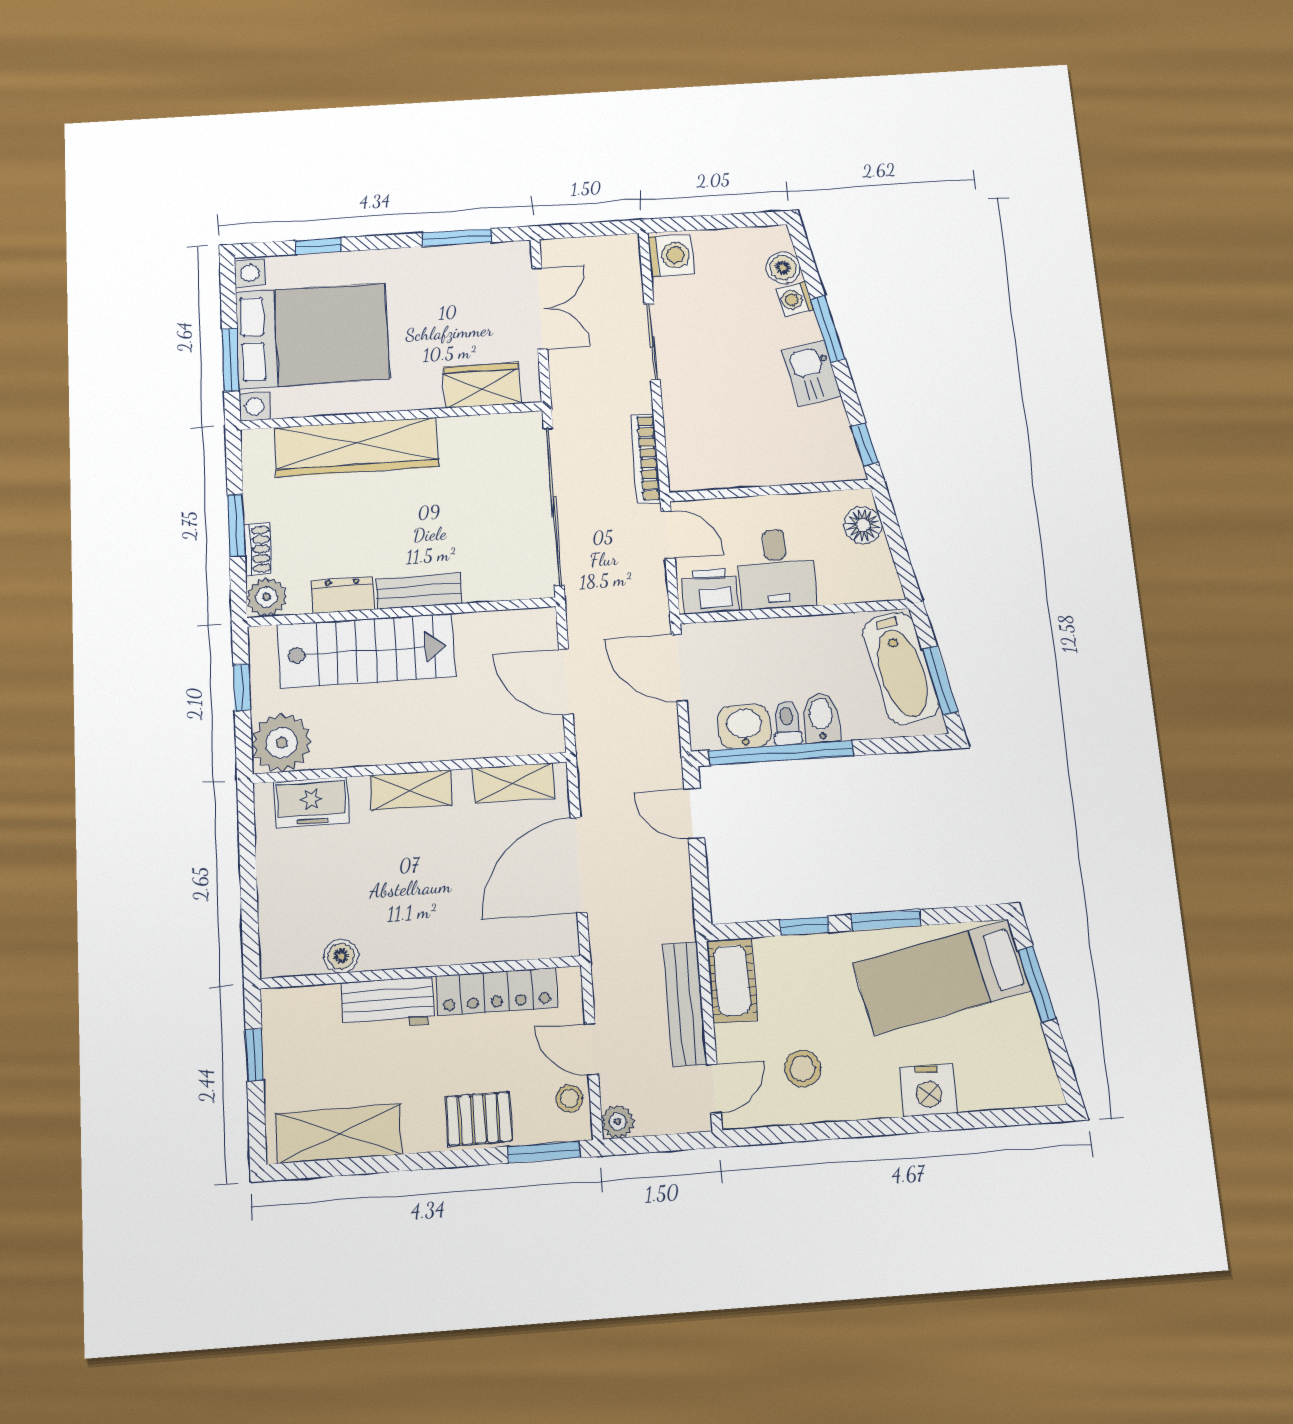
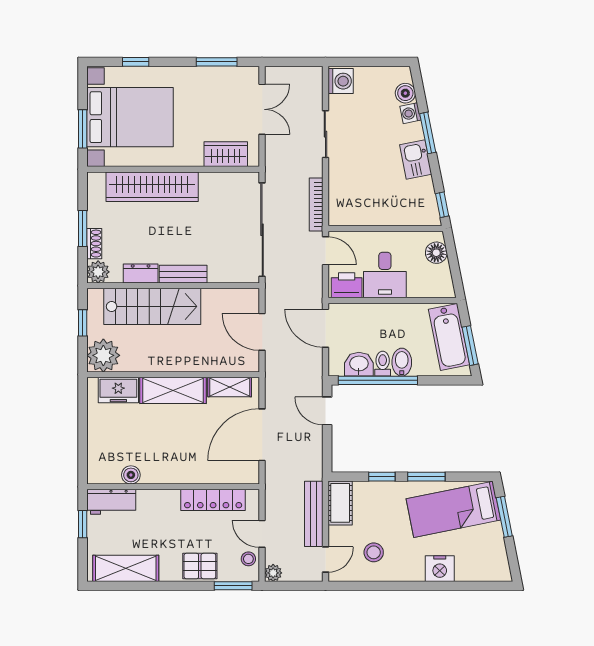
shelving: (411, 790) -> (173, 390), width x1.50, depth x1.33
workbench: (388, 1003) -> (111, 502), moved

